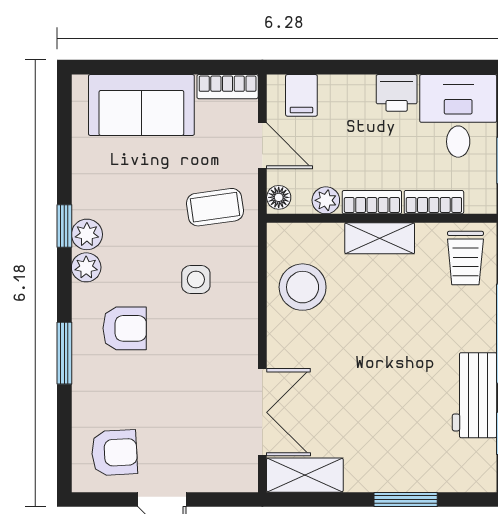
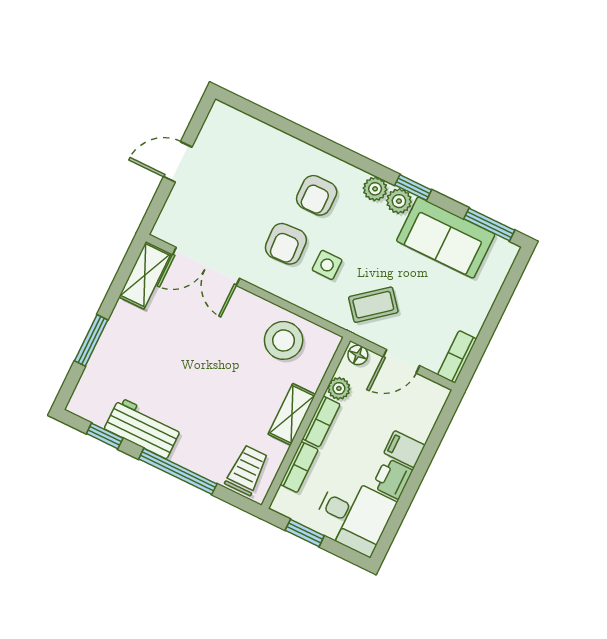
filing cabinet: (301, 95) -> (404, 449), moved
sofa: (141, 105) -> (446, 238), moved, turned -90
coffee table: (215, 207) -> (373, 305), turned 59
trolley: (465, 258) -> (247, 470), turned 90
window: (64, 353) -> (489, 224), moved
armchair: (114, 453) -> (286, 244), moved

